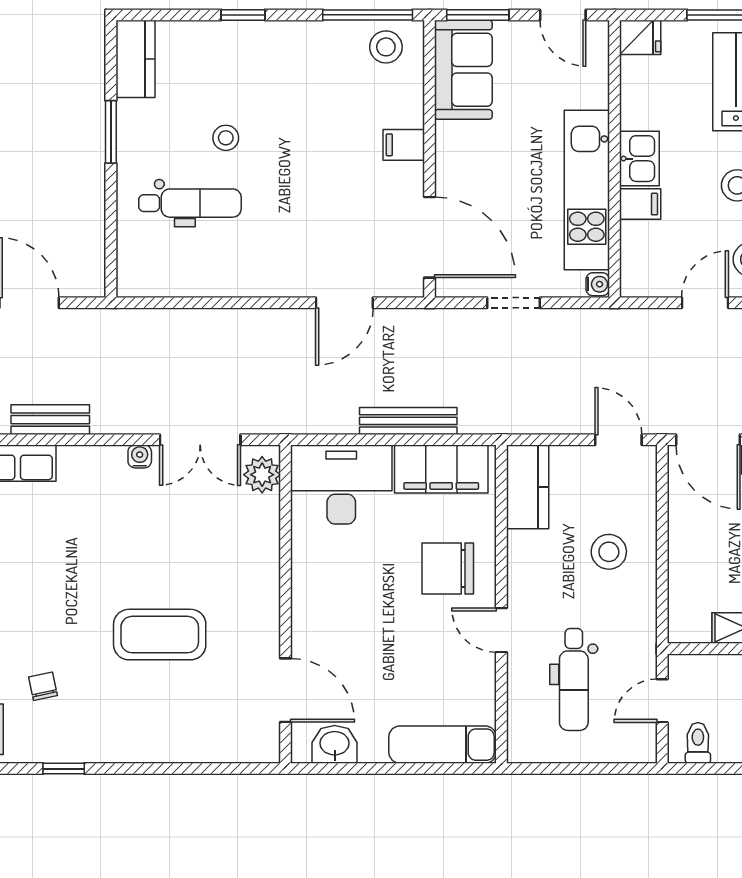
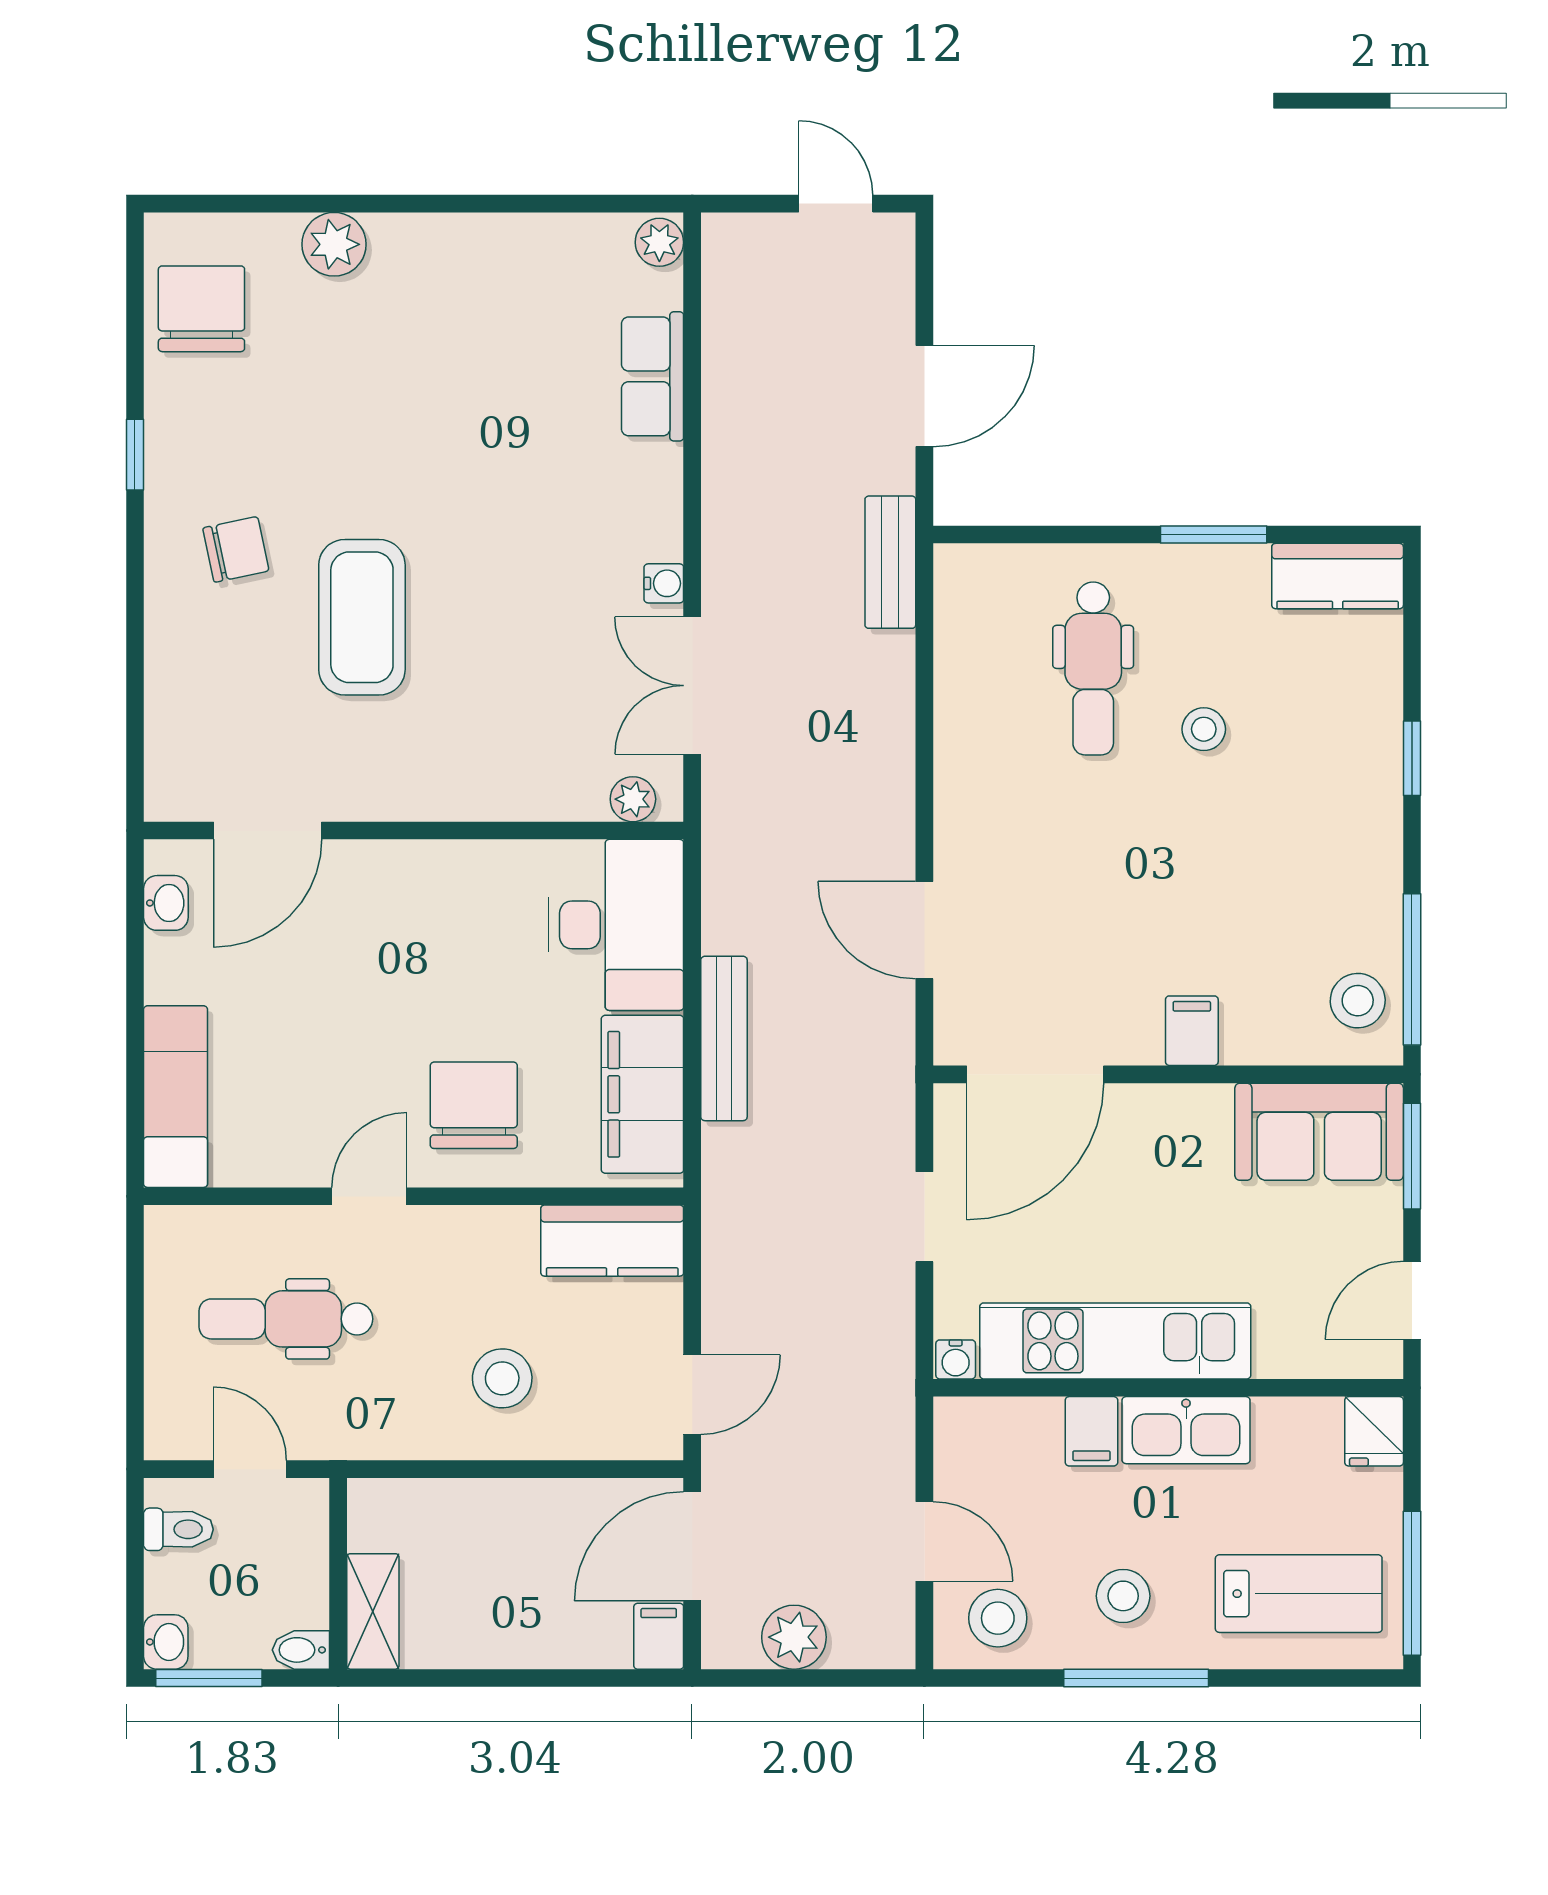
kitchen sink: (639, 159) -> (1186, 1430), width x1.38
bench: (50, 420) -> (890, 562), moved
plant: (262, 475) -> (633, 799), width x0.73, depth x0.73
chair: (43, 686) -> (236, 549), moved, width x1.37, depth x1.37
washbasin: (335, 744) -> (166, 903), width x0.72, depth x0.69

